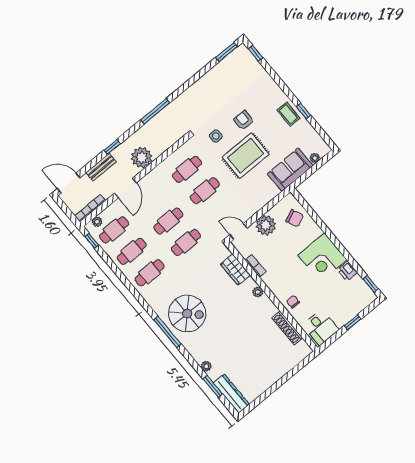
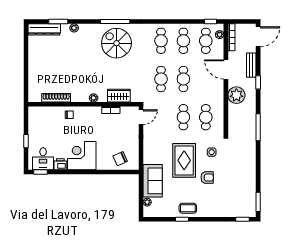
plant: (266, 225) -> (131, 137), removed
spiral stairs: (187, 314) -> (116, 43), turned 90
desk: (321, 327) -> (43, 159), moved, turned -90

